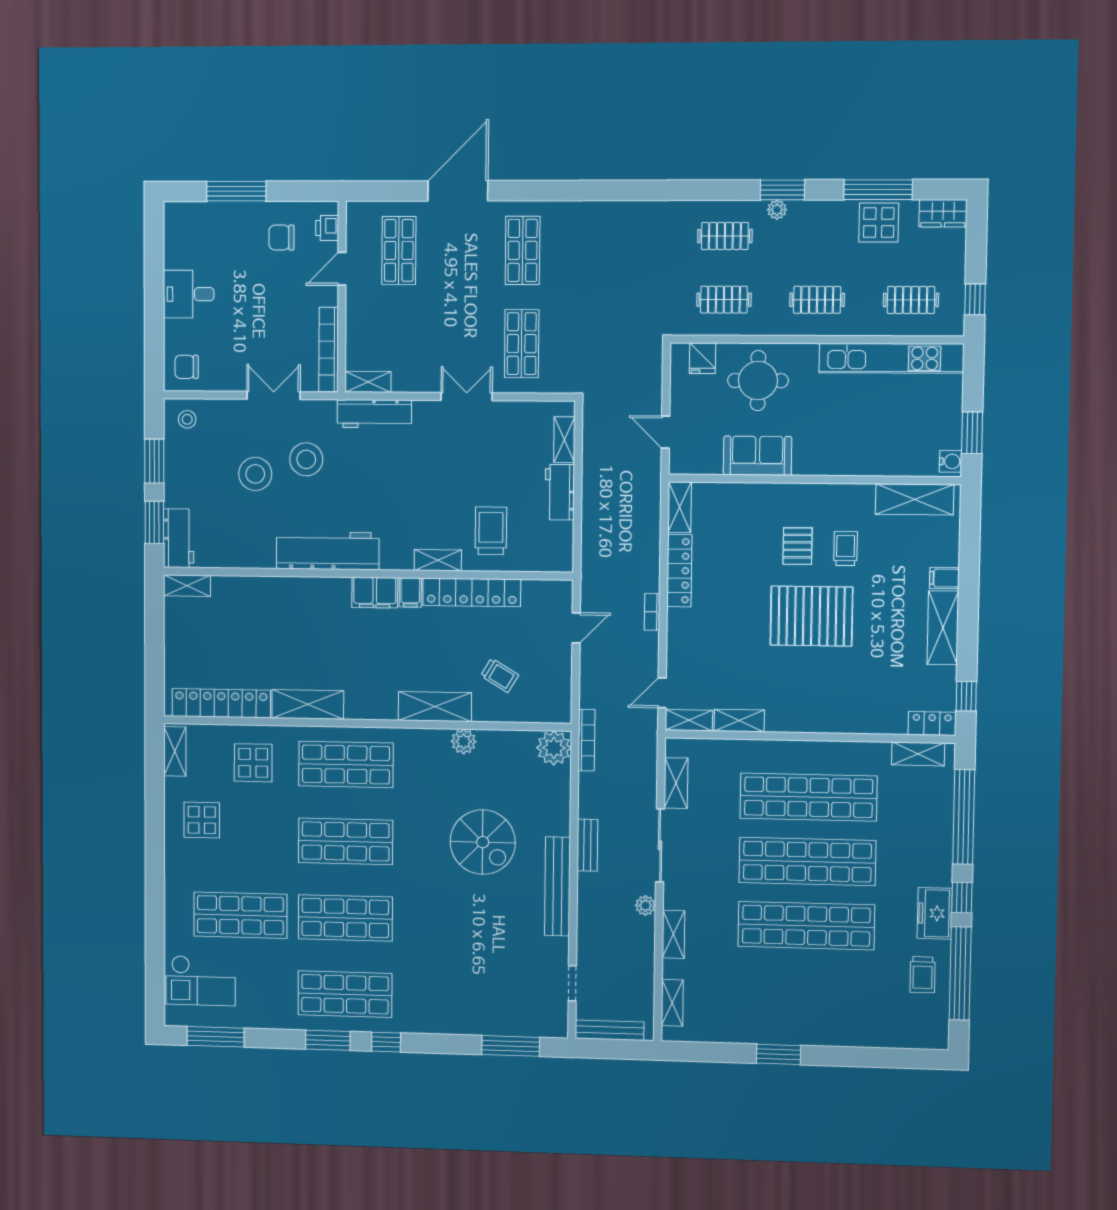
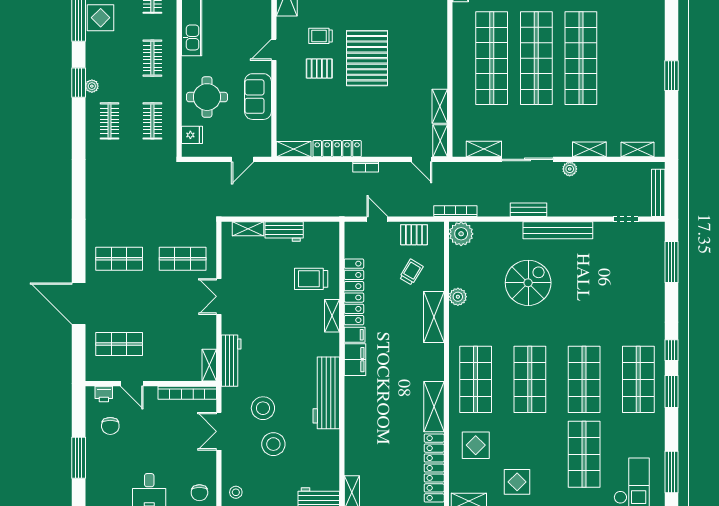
door: (826, 479) -> (274, 50), added
pallet: (553, 680) -> (414, 235), added

